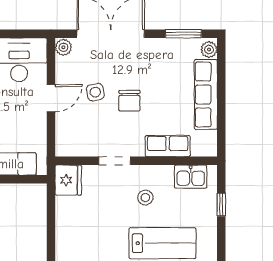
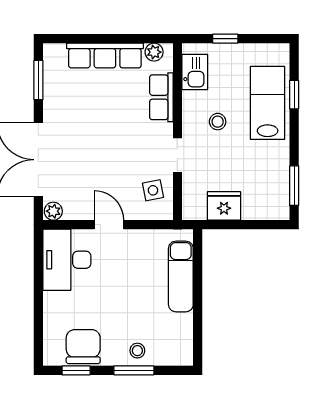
plant: (209, 50) -> (154, 52), moved
side table: (95, 92) -> (153, 190), moved
chair: (129, 101) -> (112, 139), removed
fridge: (68, 180) -> (224, 206), moved

